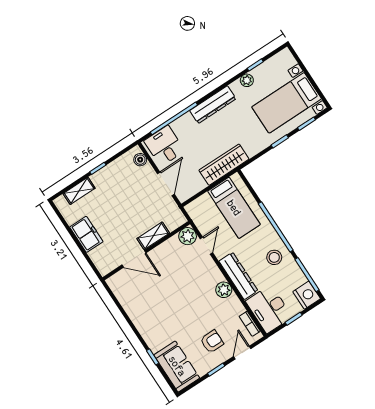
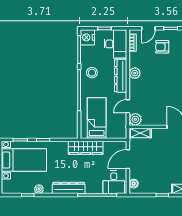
shelving: (153, 236) -> (140, 133), moved

